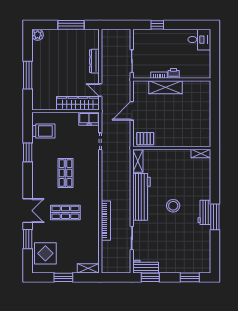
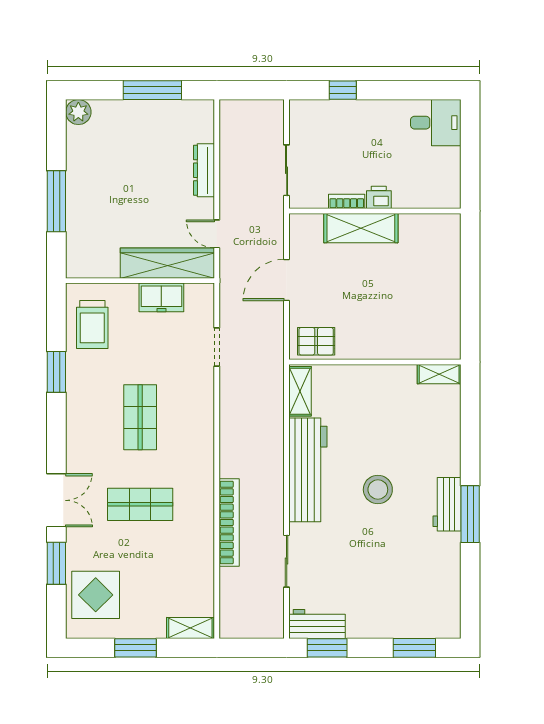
freezer: (89, 119) -> (161, 297), moved
trolley: (44, 131) -> (92, 324), turned 90

